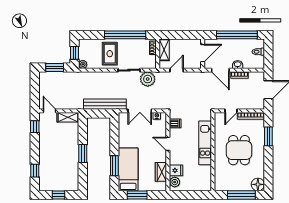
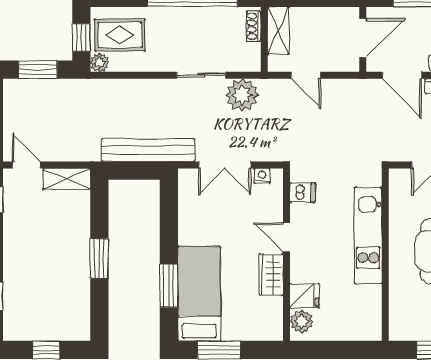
rug: (110, 54) -> (120, 35), moved, turned 90
door: (177, 70) -> (306, 75), swing flipped
wardrobe: (161, 172) -> (271, 274), moved

